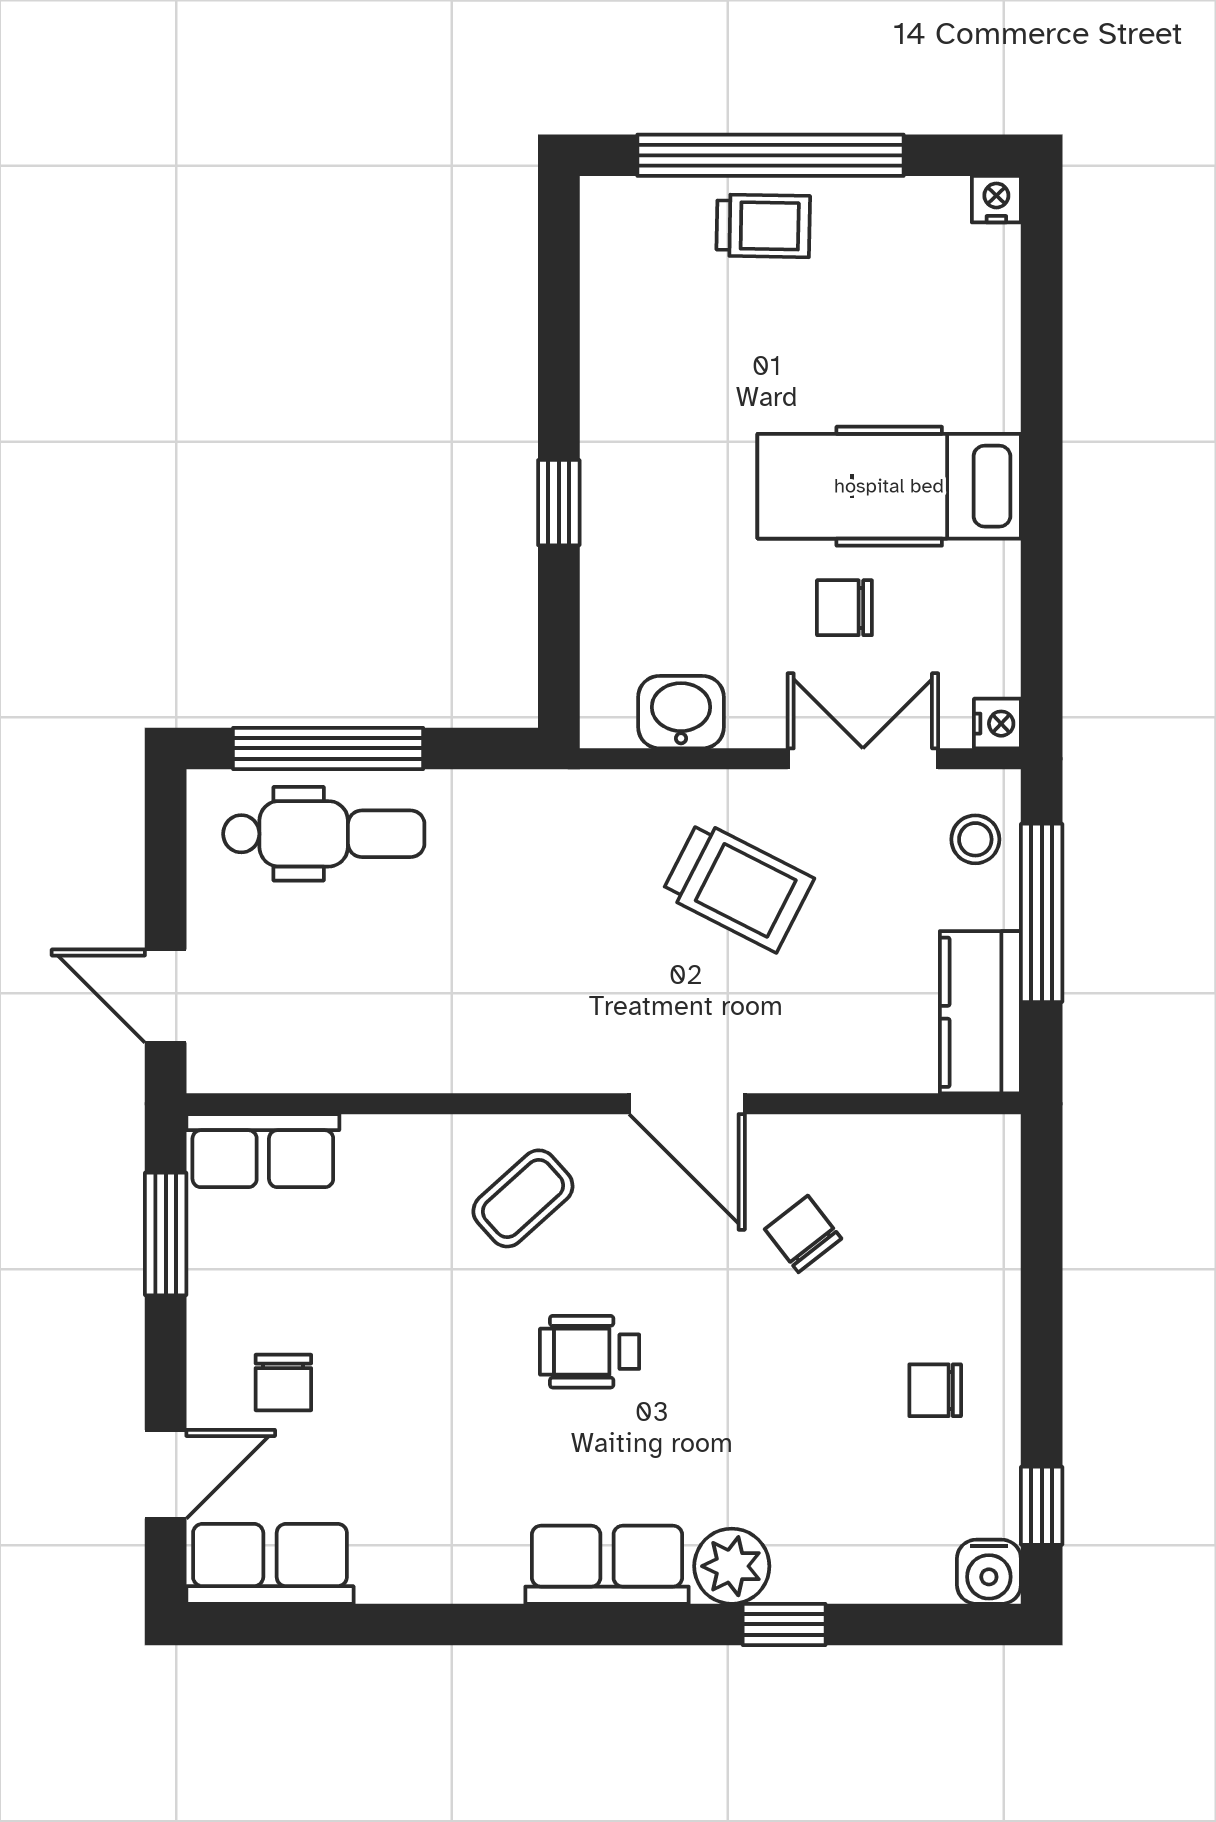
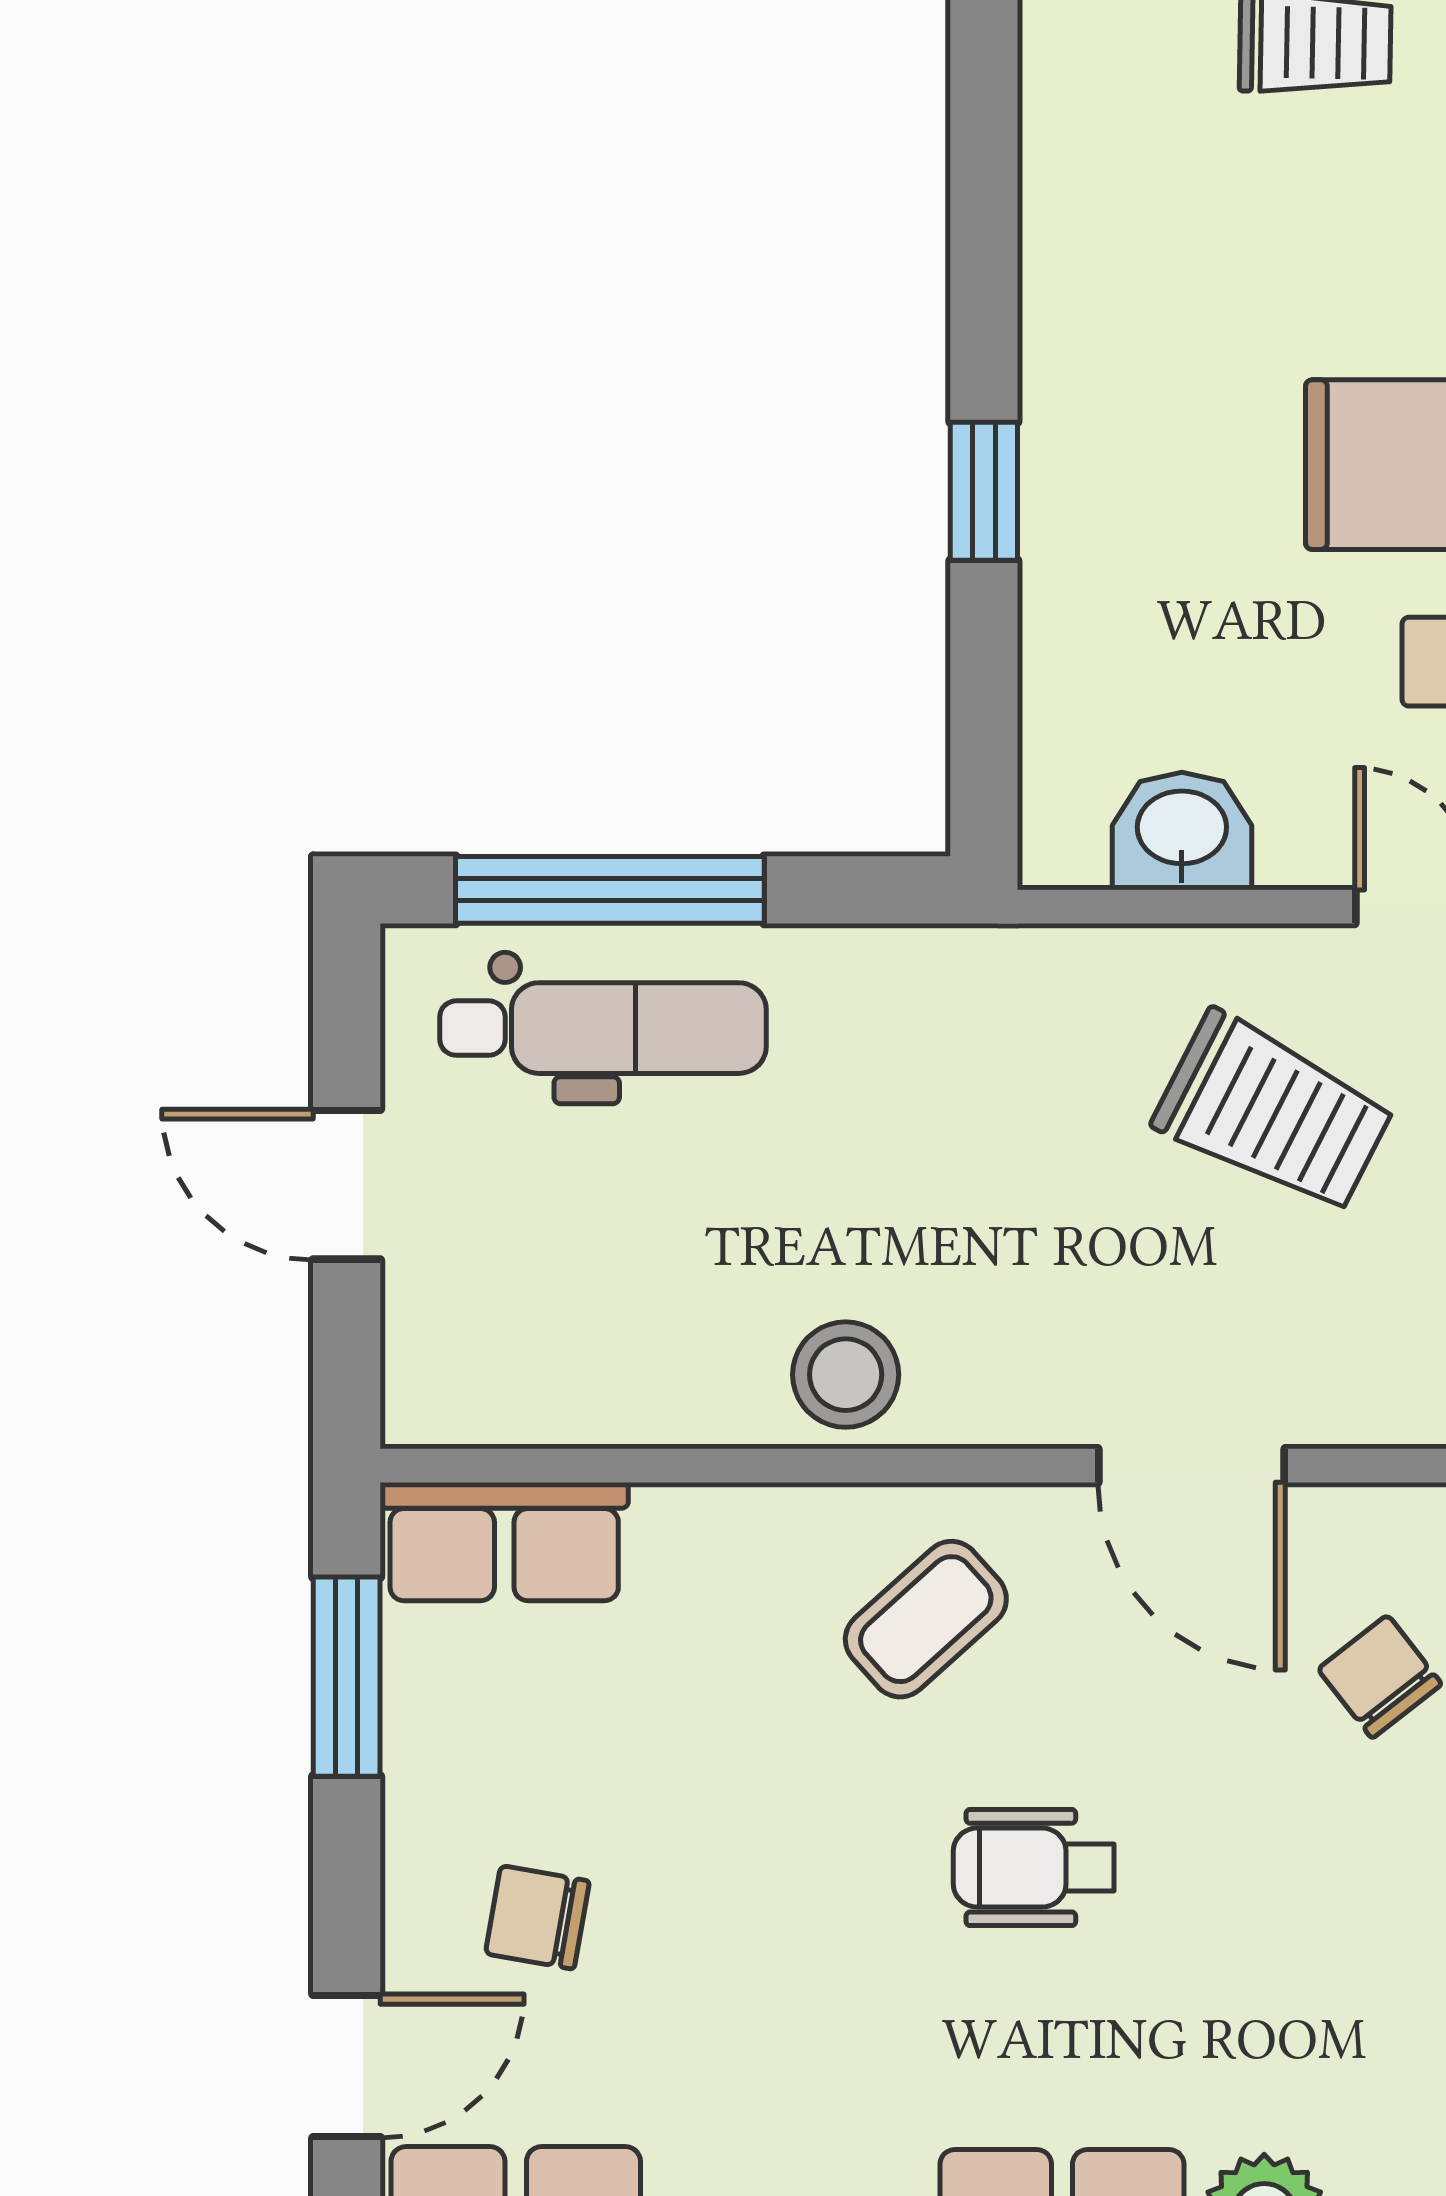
door: (166, 996) -> (347, 1185), moved
stool: (474, 1048) -> (846, 1375), added
chair: (283, 1382) -> (537, 1917), turned 100

